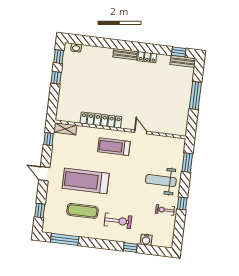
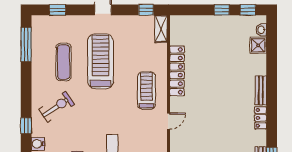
shower: (88, 52) -> (258, 45), added
exercise bike: (118, 221) -> (57, 107), turned -124

